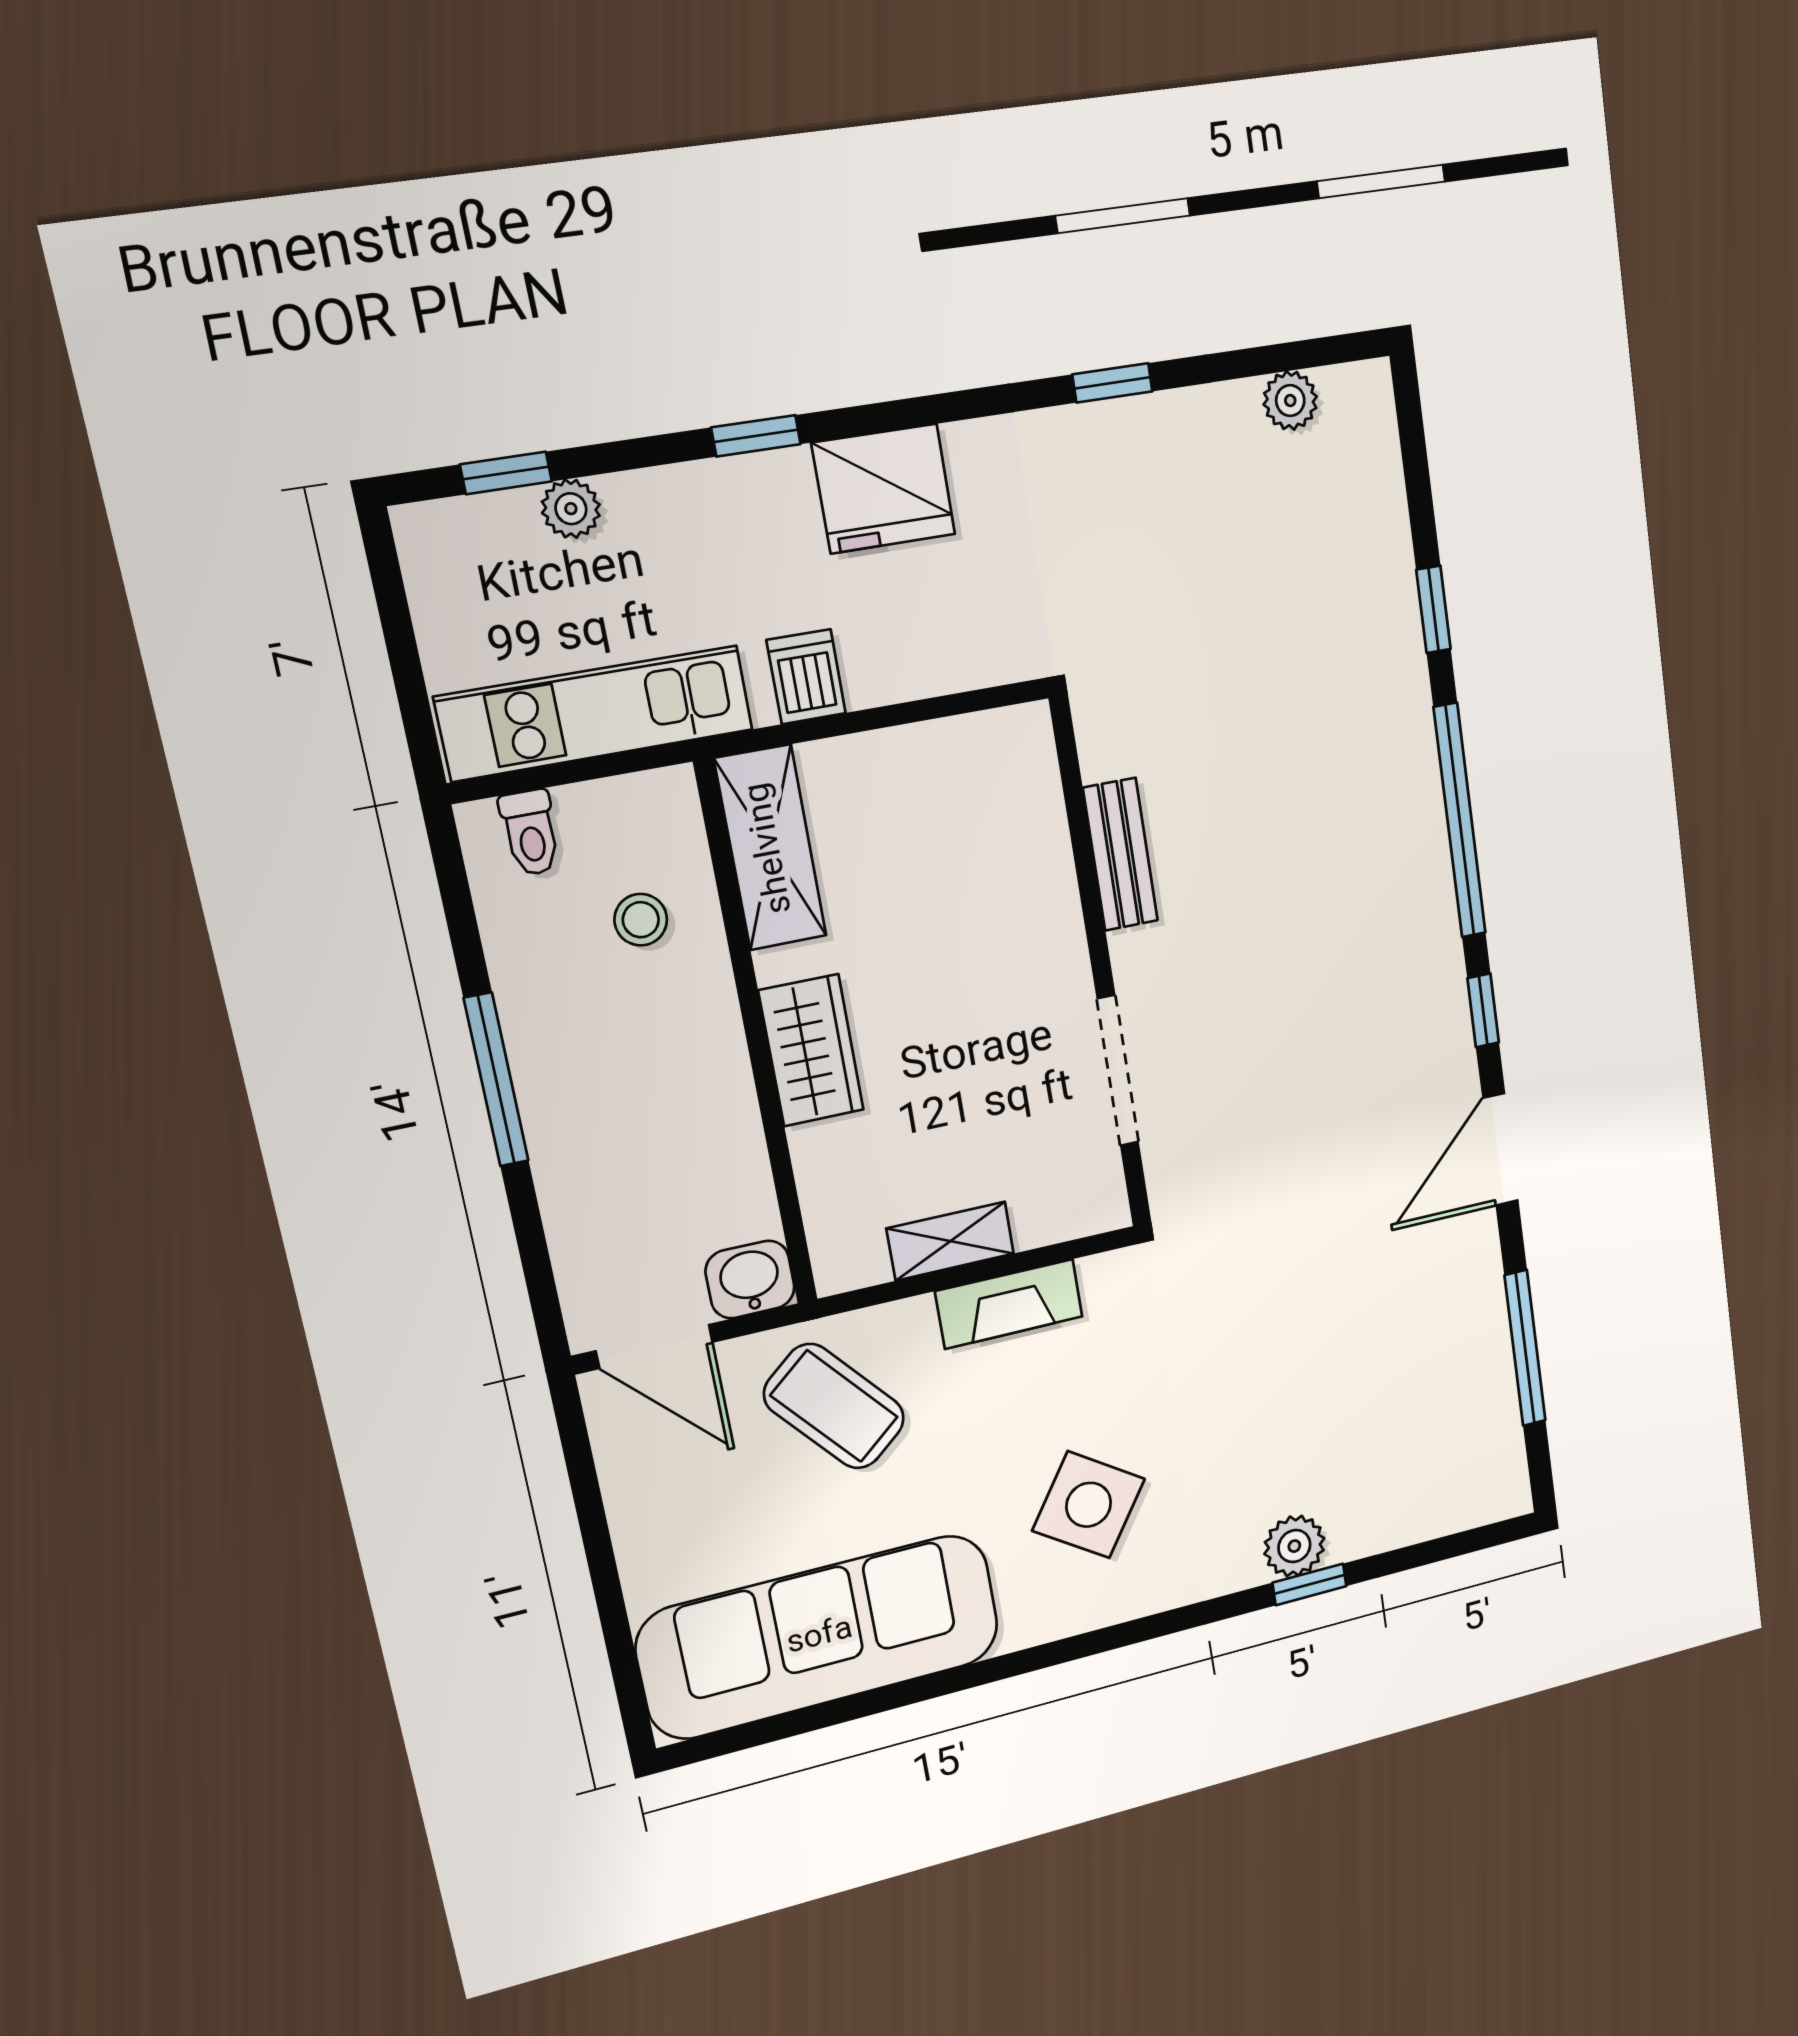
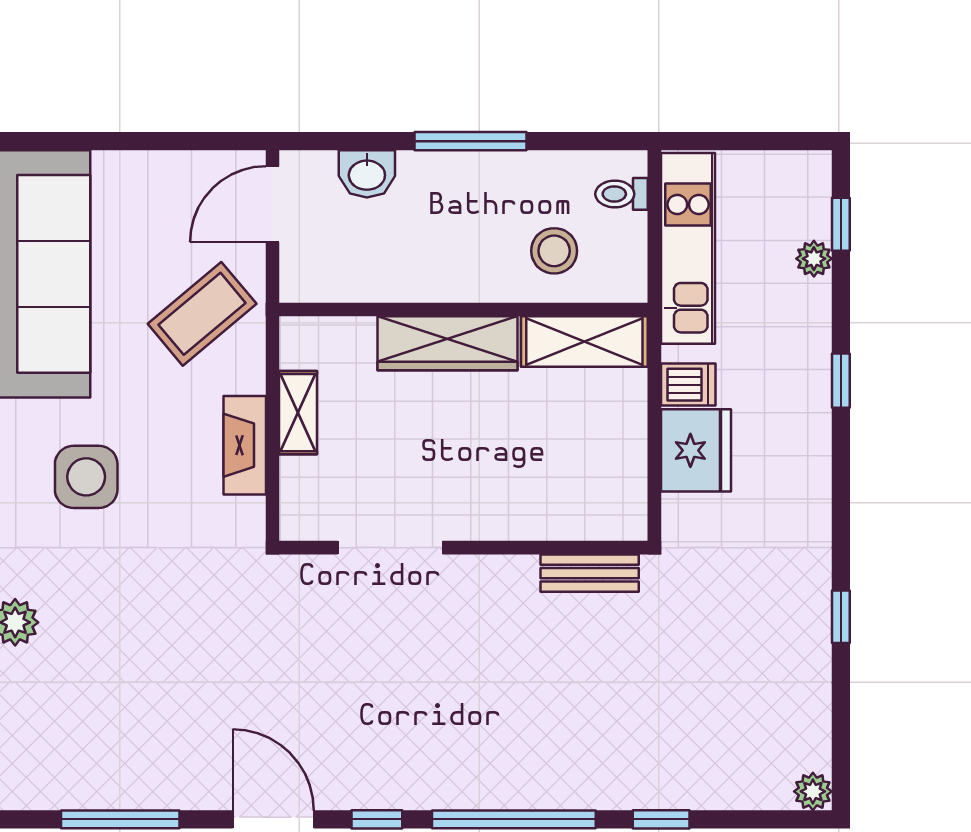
plant: (1290, 401) -> (813, 791), moved
fridge: (884, 489) -> (696, 450), moved, turned 180
bench: (1120, 854) -> (590, 573), moved
stool: (641, 920) -> (554, 251), width x1.37, depth x1.37
wardrobe: (811, 1050) -> (448, 343), width x1.50
washbasin: (750, 1279) -> (367, 174), moved, turned 90
side table: (1089, 1505) -> (86, 477), turned -34

